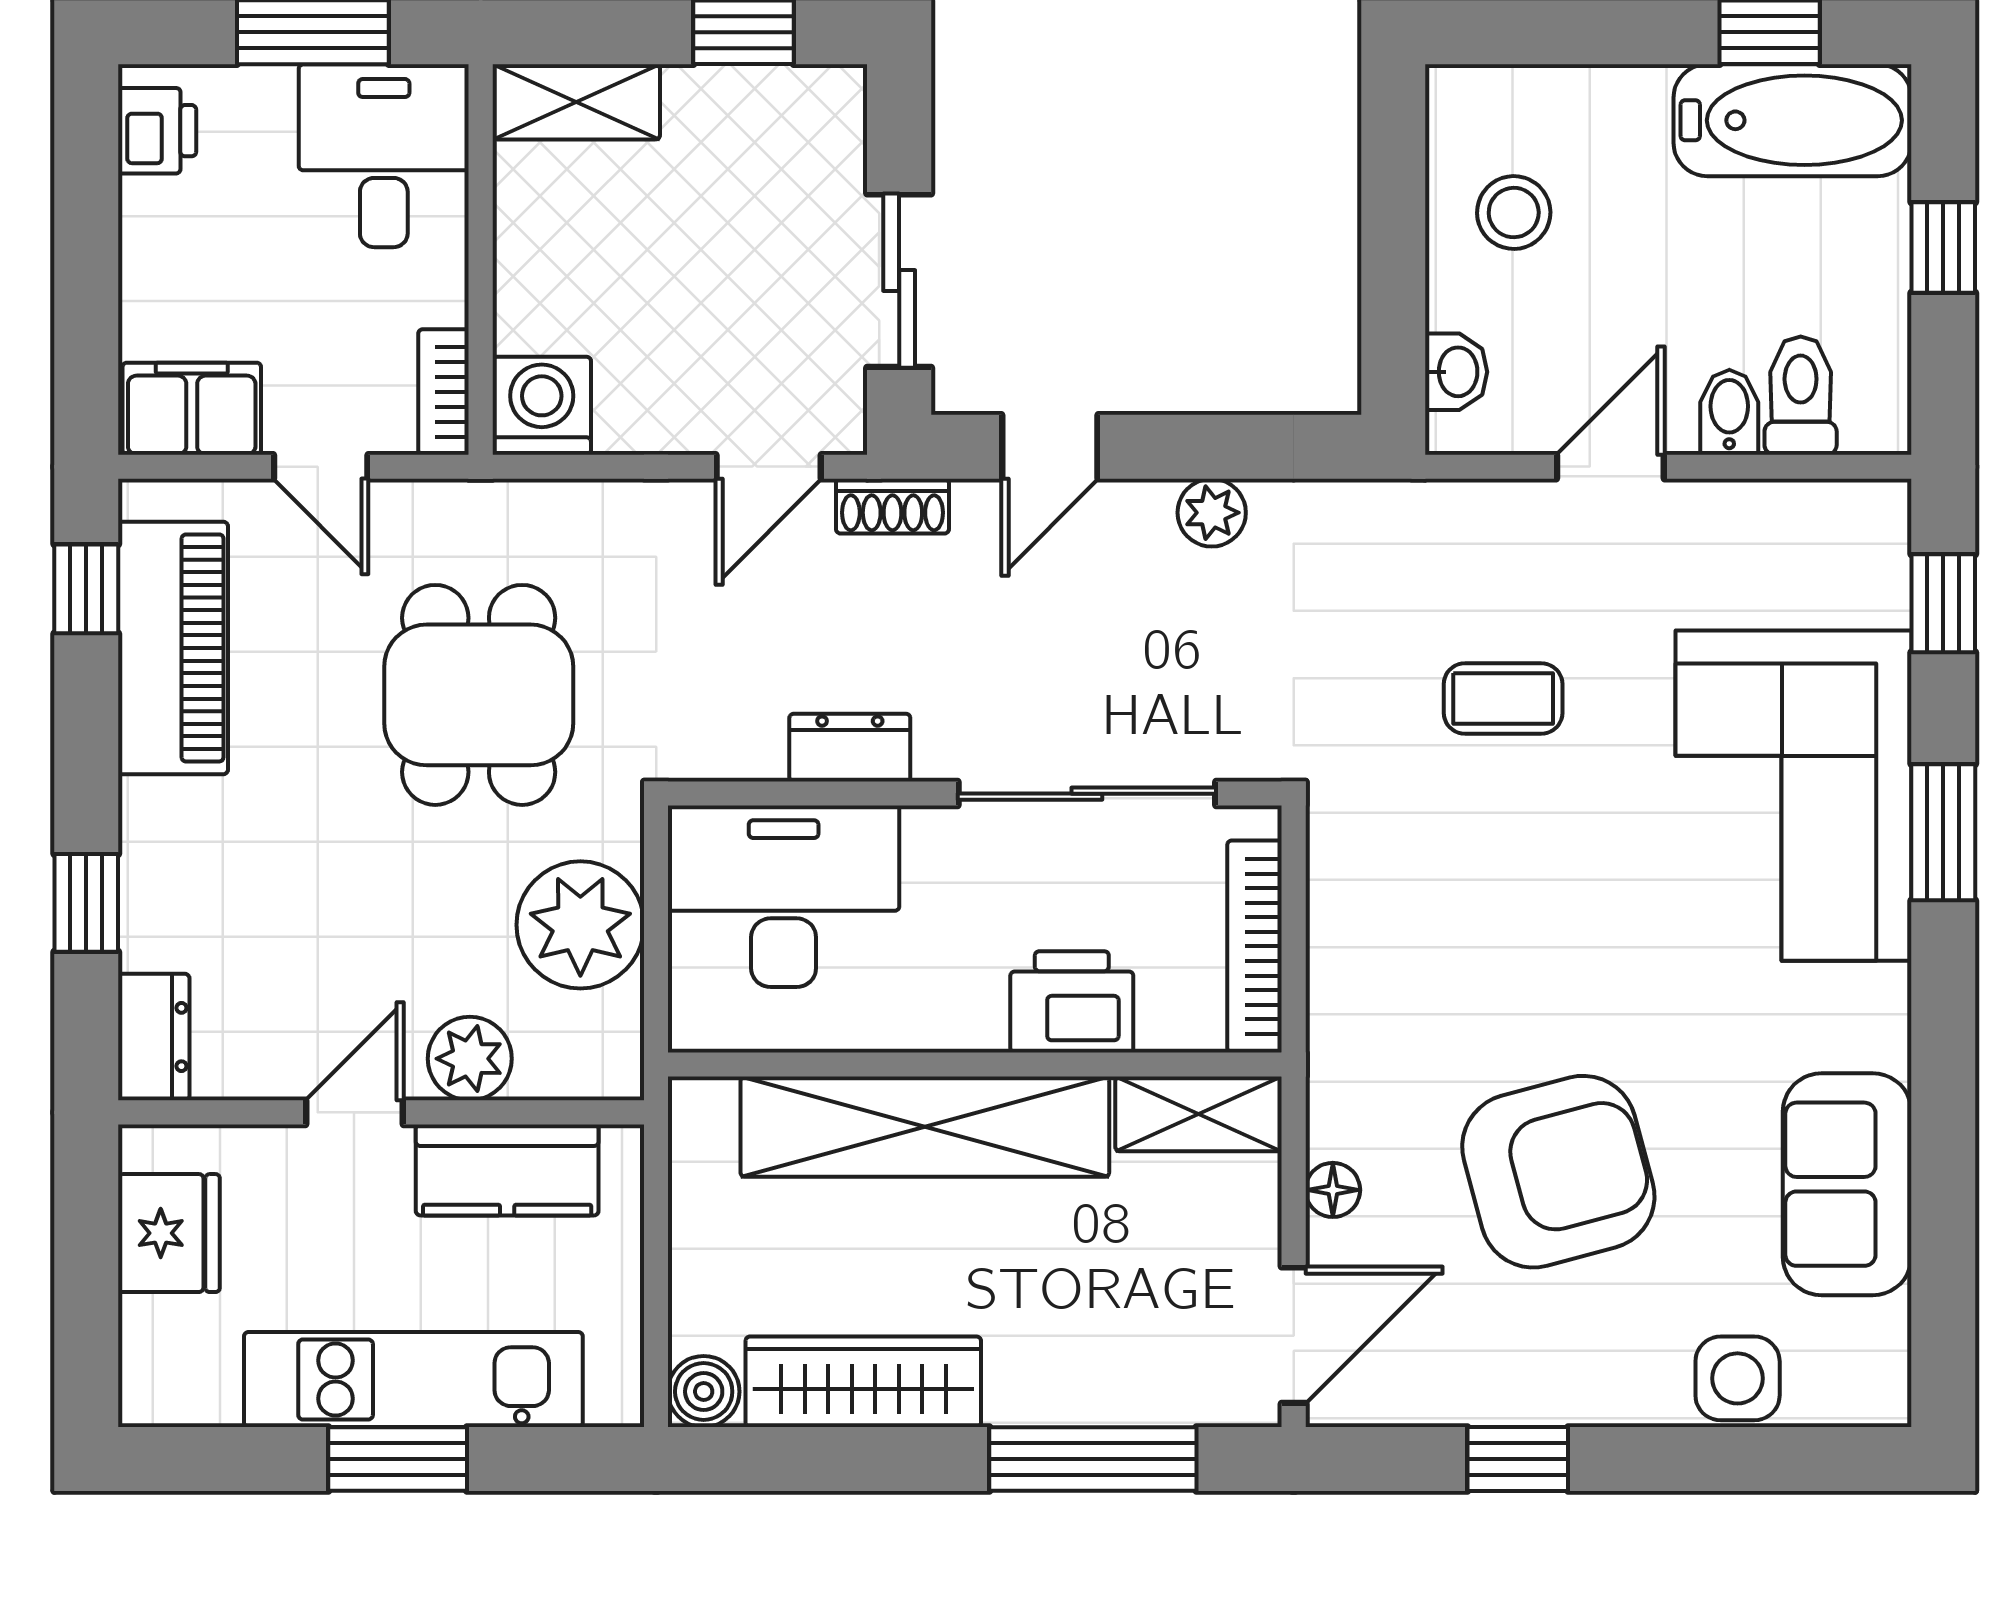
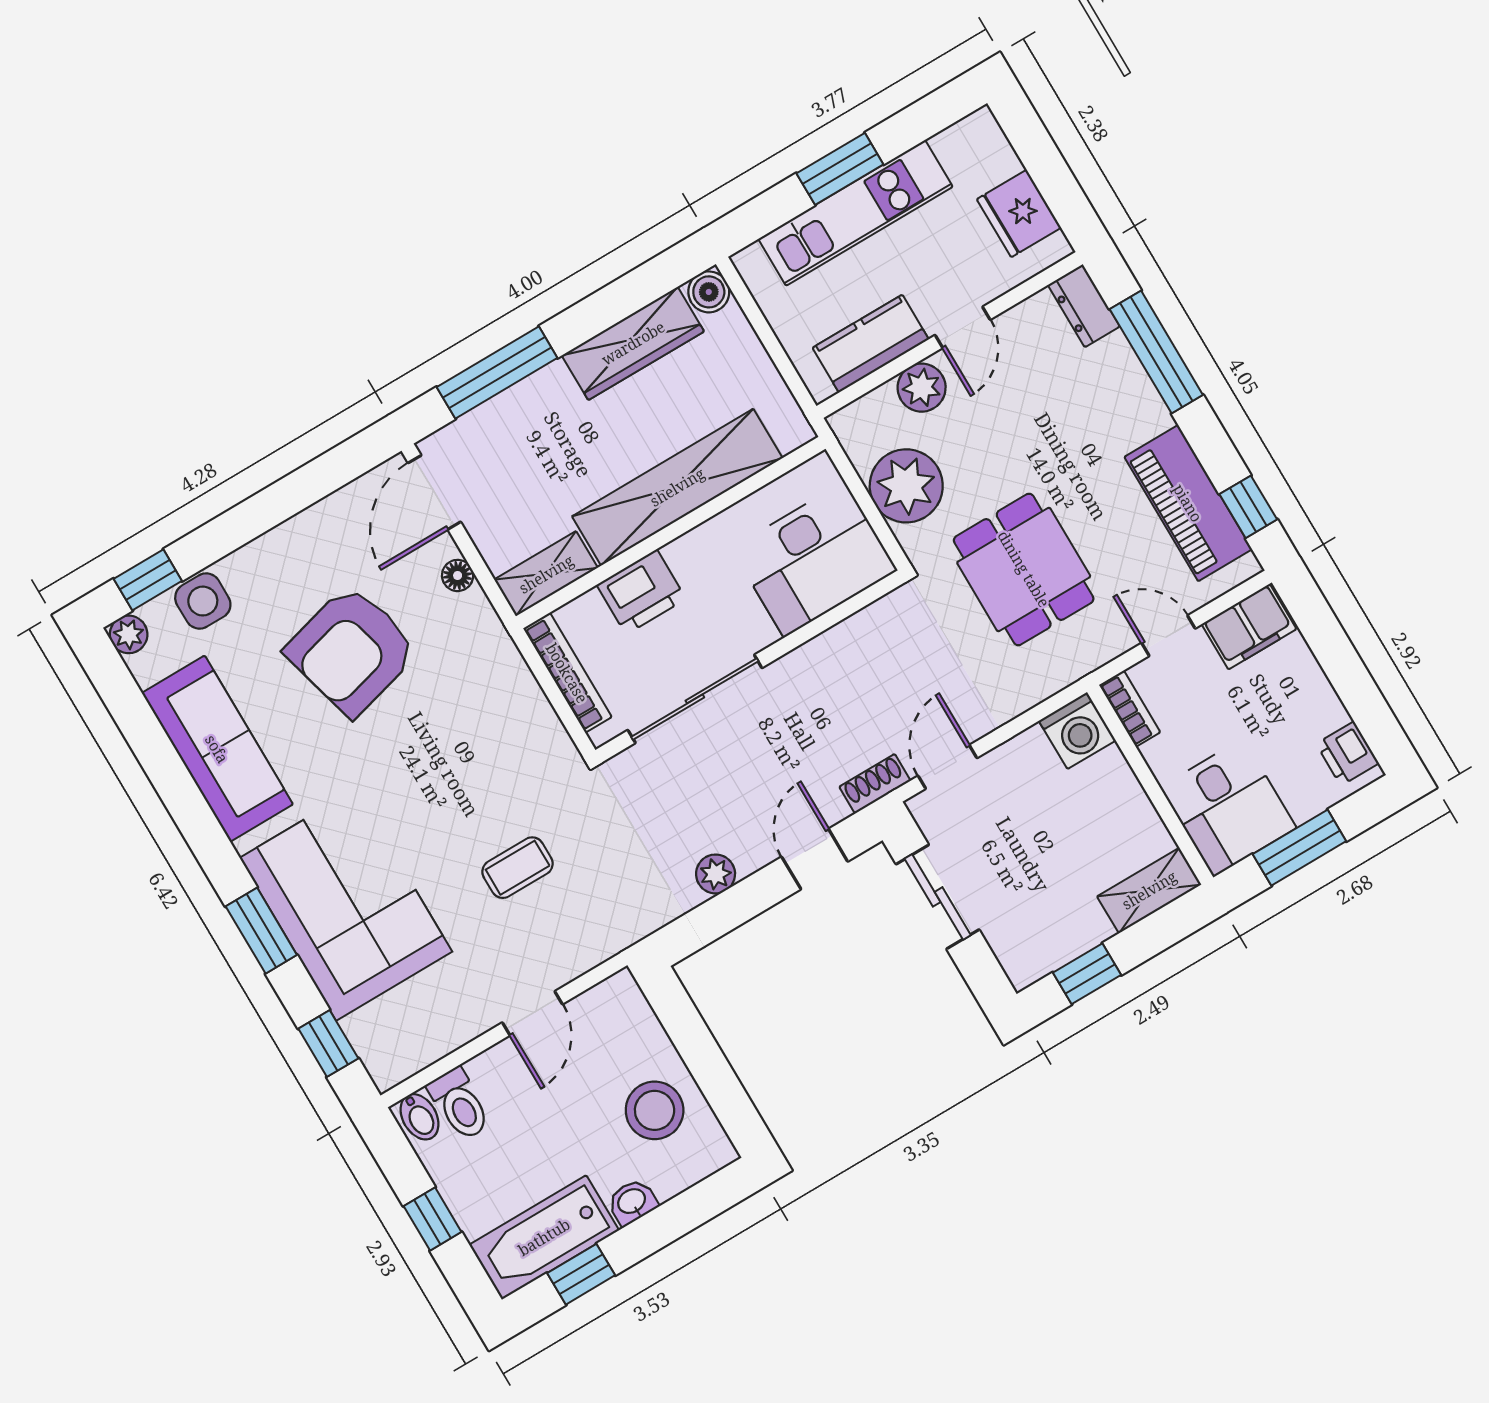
stool: (1514, 213) -> (655, 1110), width x1.38, depth x1.38
washbasin: (1456, 372) -> (632, 1202), moved, turned 90
bidet: (1729, 412) -> (419, 1117), moved
dresser: (850, 748) -> (825, 652), removed
window: (86, 903) -> (1156, 352), width x2.17
sofa: (1847, 1184) -> (217, 749), width x1.36
plant: (1879, 1394) -> (129, 634), added
window: (1518, 1459) -> (148, 580), moved

